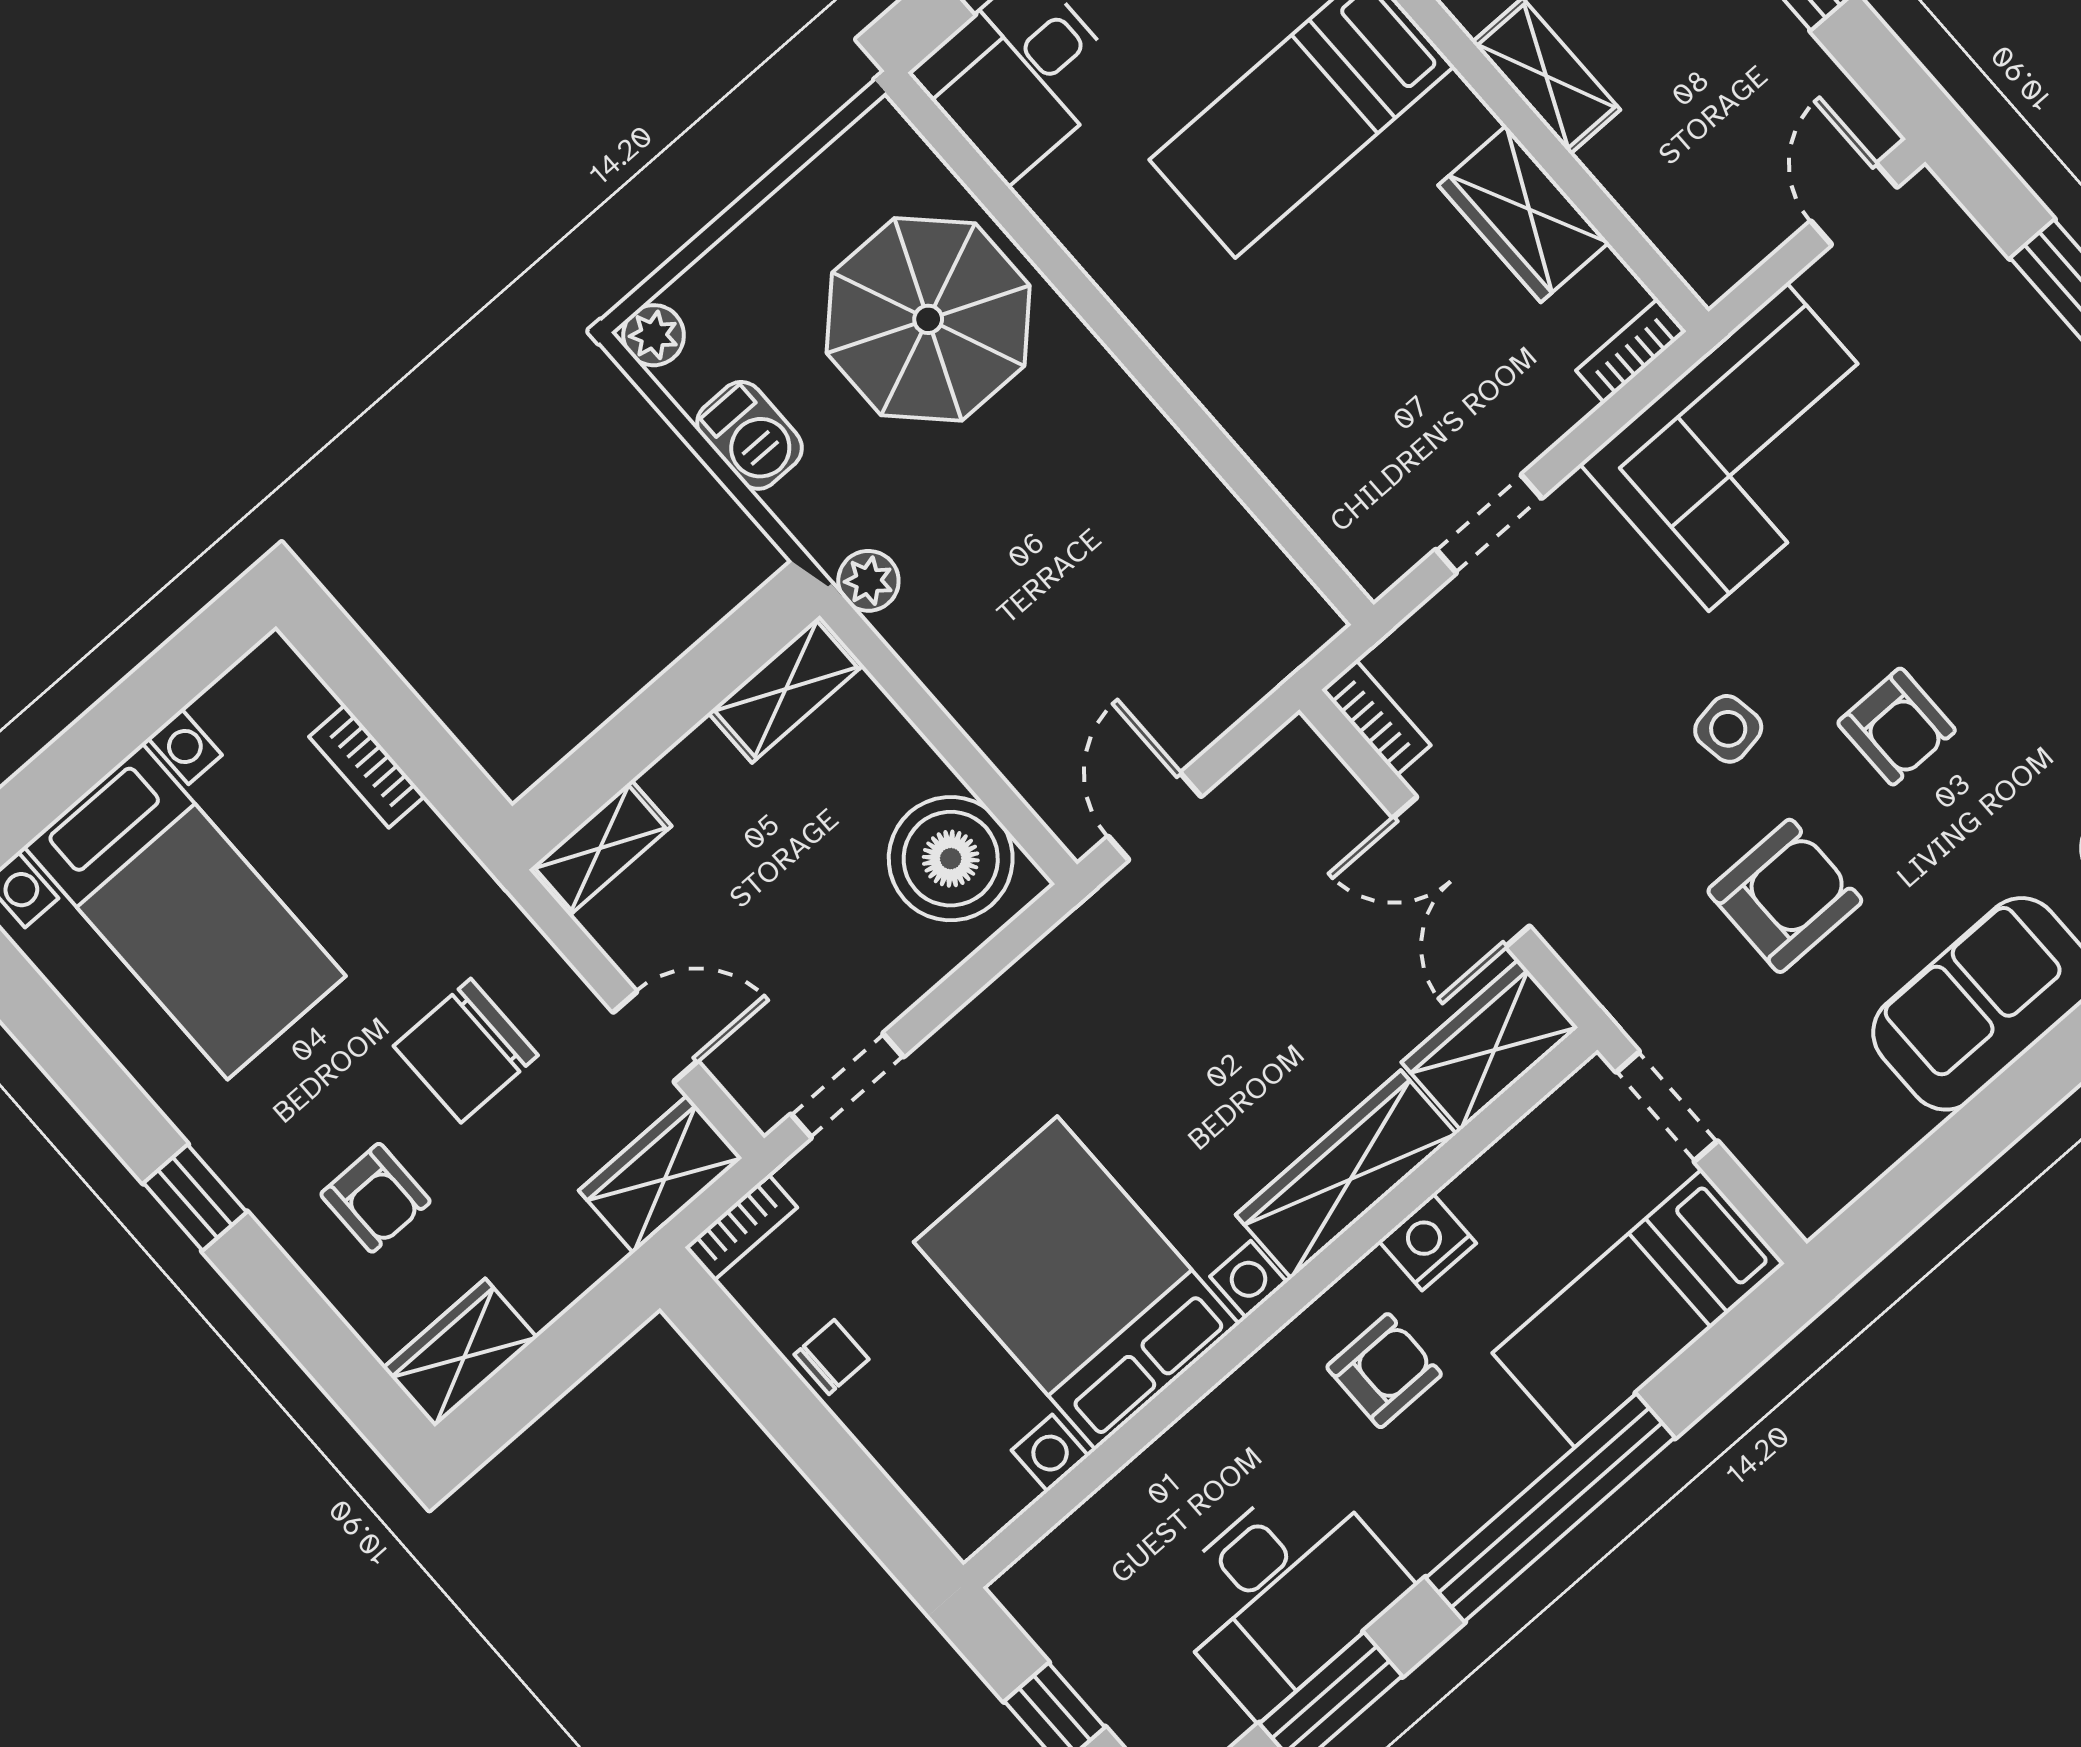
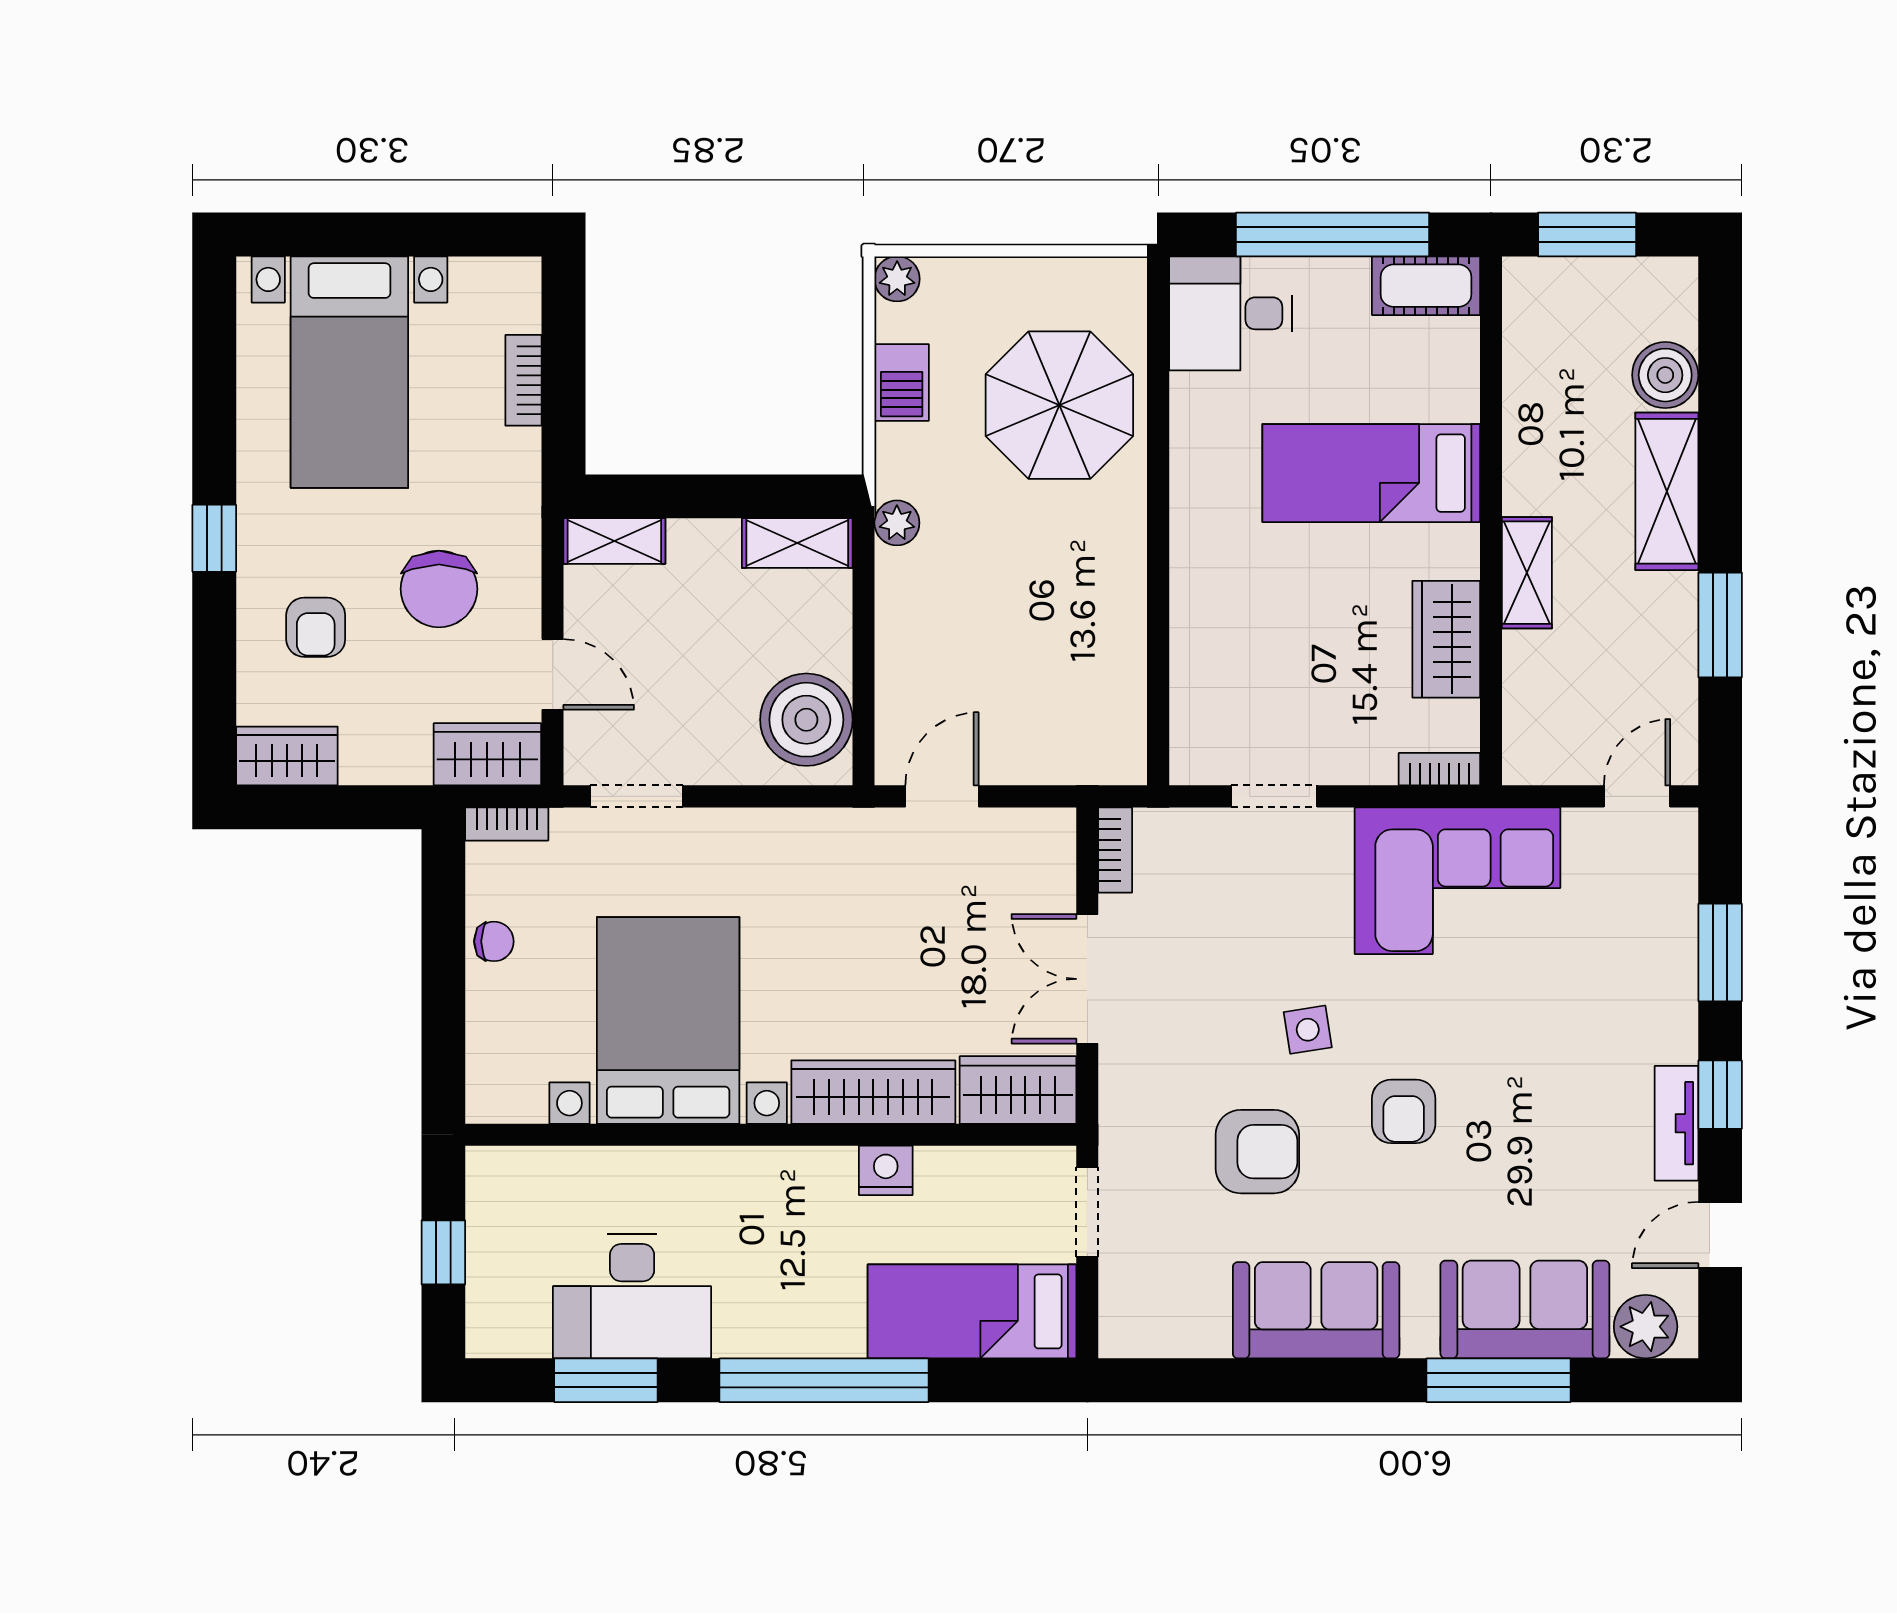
chair: (466, 1051) -> (439, 589), turned -90
armchair: (1384, 1371) -> (798, 1221), removed

